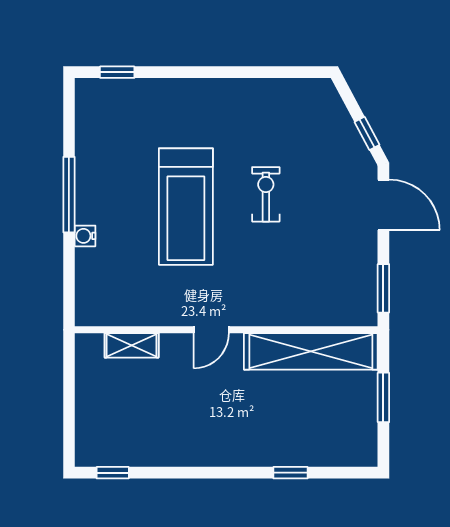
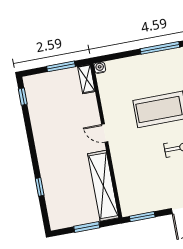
water cooler: (85, 236) -> (100, 68), moved
shelving: (132, 345) -> (86, 79), moved
window: (69, 389) -> (61, 66), added

